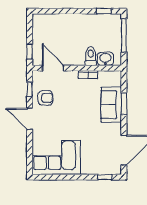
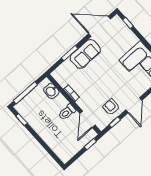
toilet: (91, 56) -> (67, 112), moved
sofa: (111, 105) -> (85, 54), moved

